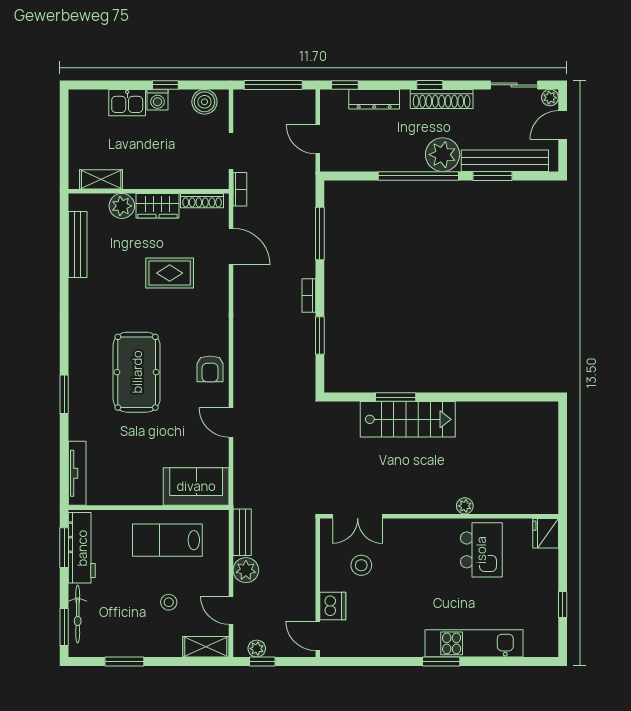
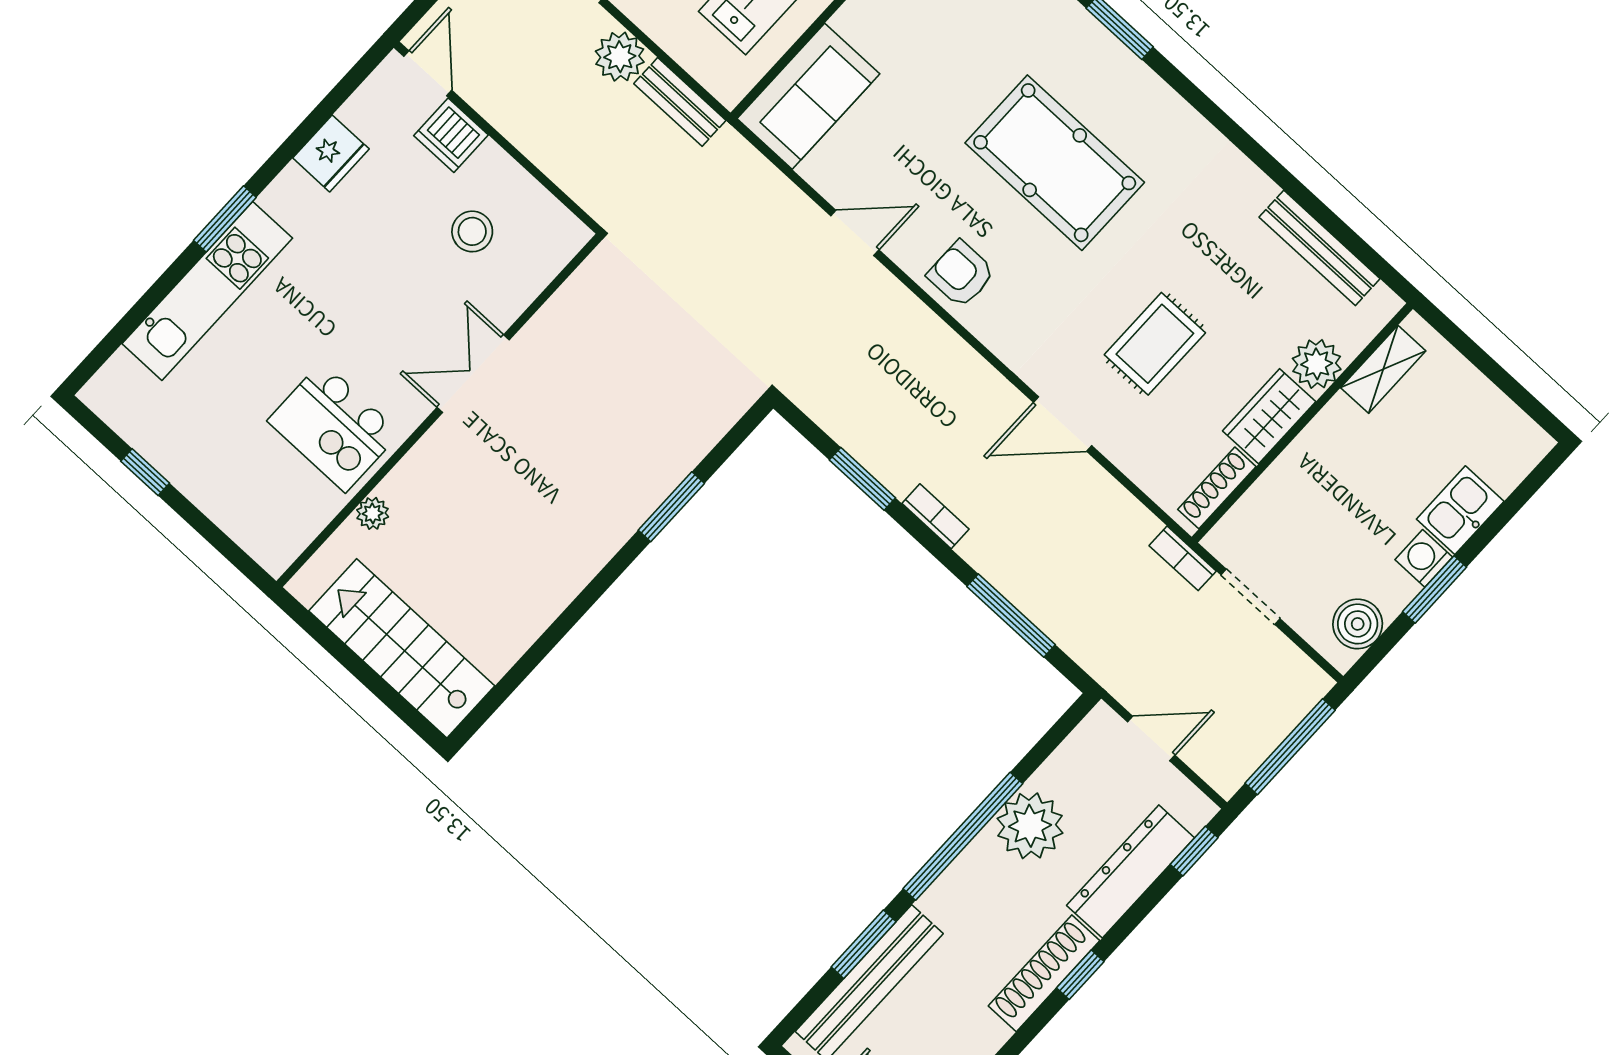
window: (165, 85) -> (1435, 589), width x1.50
dresser: (374, 99) -> (1131, 872), width x1.37, depth x1.24
plant: (443, 155) -> (1030, 826), moved
door: (231, 247) -> (1063, 424), moved
stairs: (408, 419) -> (402, 648), moved, turned 90
plant: (465, 506) -> (373, 513), moved
double door: (358, 516) -> (473, 374), moved
fridge: (546, 533) -> (331, 153), moved, turned 90
door: (318, 636) -> (428, 73), hinge flipped

